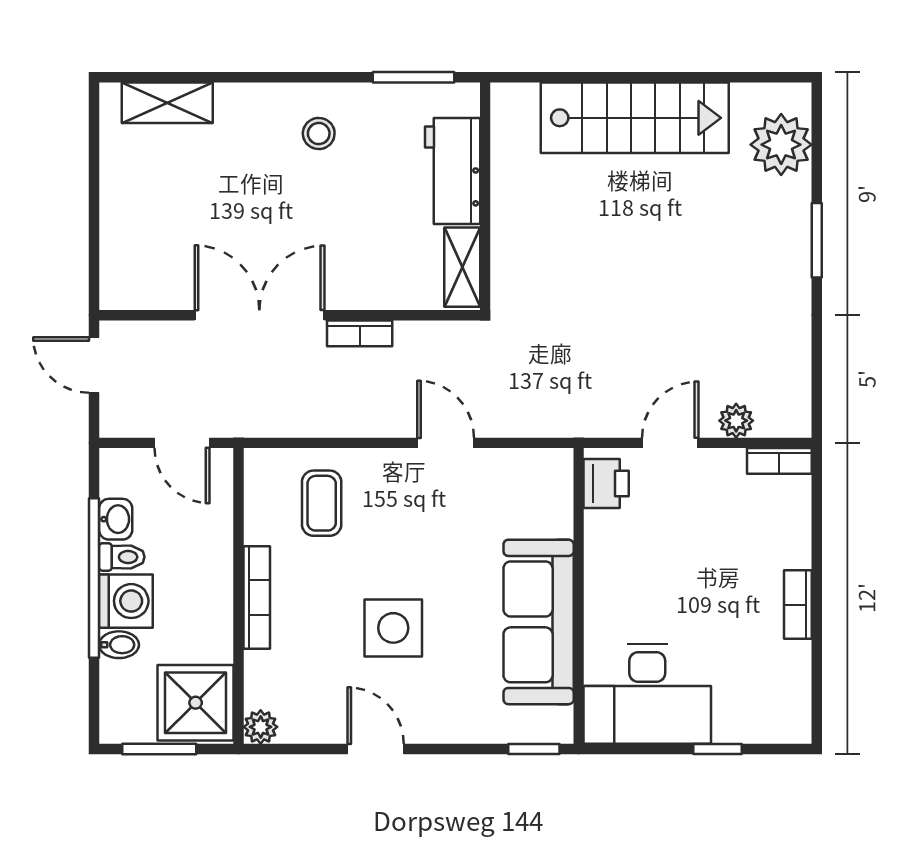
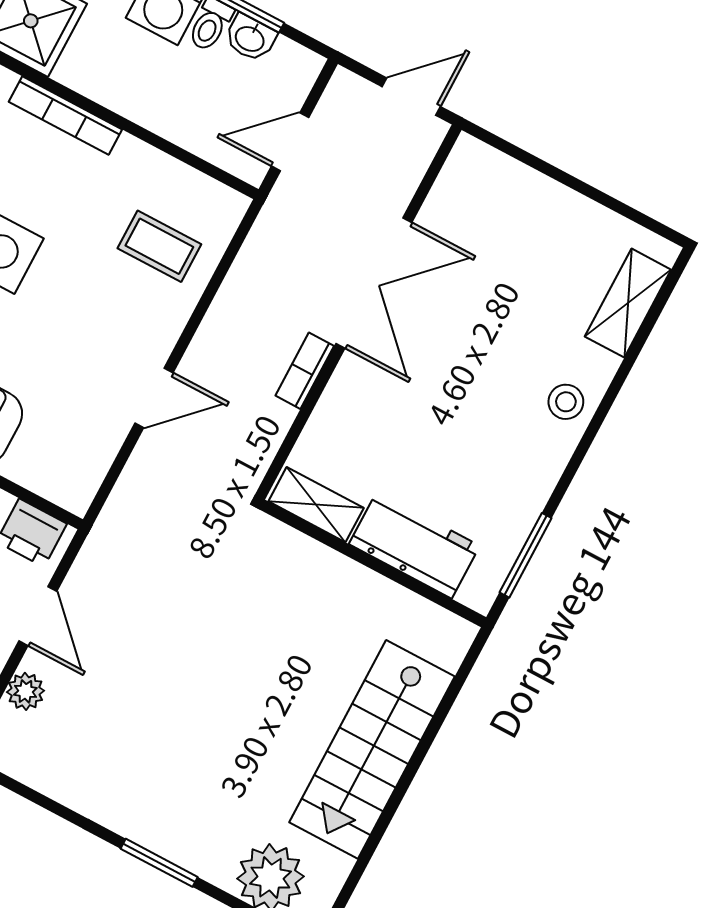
stool: (319, 134) -> (566, 402), moved
bookcase: (257, 597) -> (65, 116), moved

